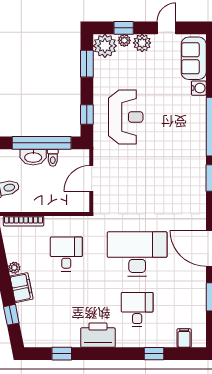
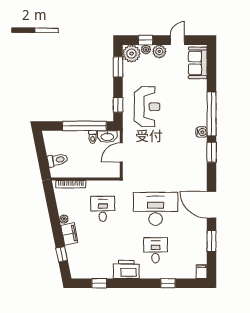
water cooler: (199, 88) -> (202, 132), moved
washbasin: (33, 157) -> (107, 137), moved
filing cabinet: (184, 338) -> (202, 272), moved

